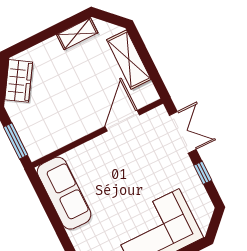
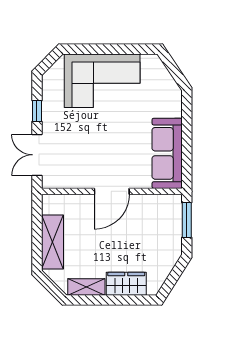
wardrobe: (19, 81) -> (126, 284), moved, turned 58
door: (122, 121) -> (112, 191), moved

